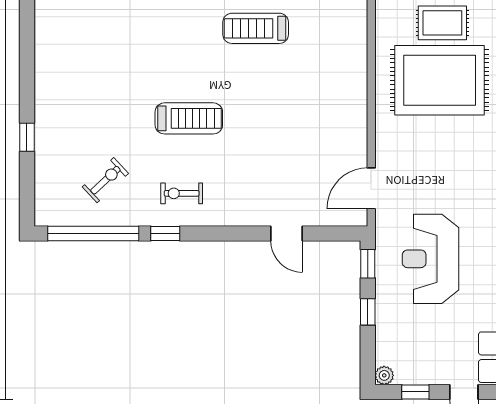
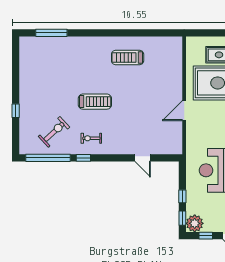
exercise bike: (105, 180) -> (54, 132), width x1.38, depth x1.39
door: (371, 188) -> (184, 111), moved
window: (368, 264) -> (182, 218), moved
plant: (384, 375) -> (195, 223), width x1.88, depth x1.88

